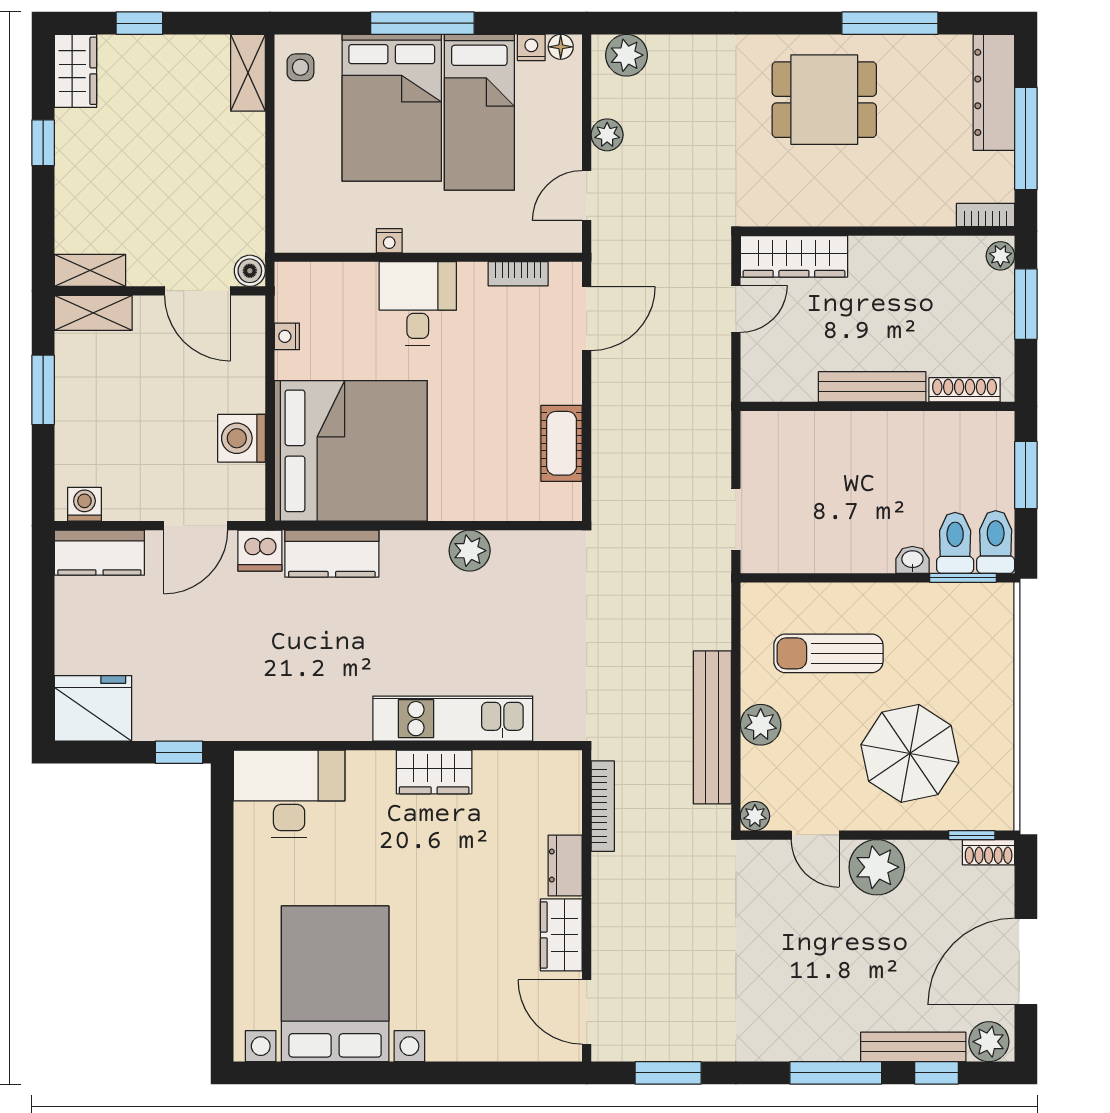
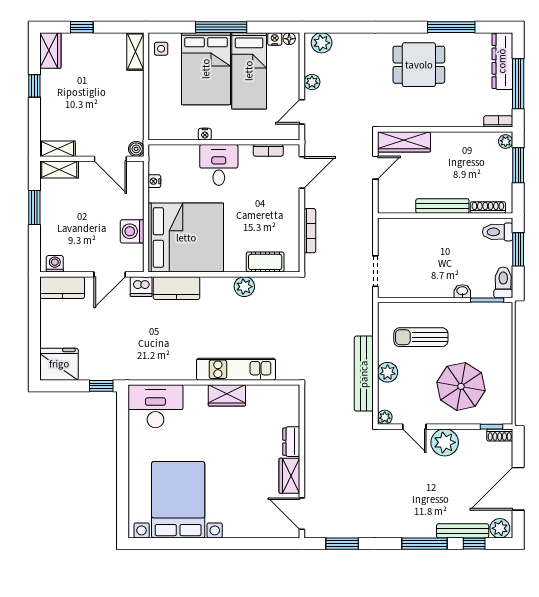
cot: (562, 443) -> (265, 262), moved, turned 90
toilet: (955, 543) -> (498, 232), moved, turned -90
bookcase: (603, 806) -> (310, 231), moved

